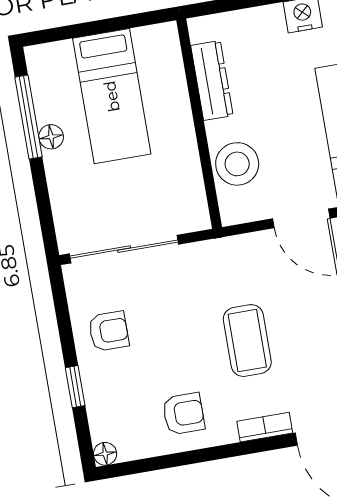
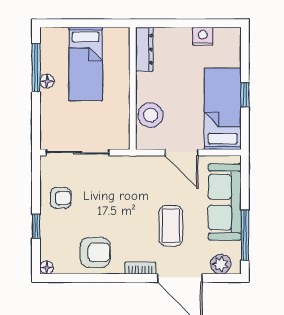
dresser: (212, 81) -> (144, 49), moved
coffee table: (247, 341) -> (171, 226), moved
armchair: (183, 414) -> (95, 252), width x1.38, depth x1.38

